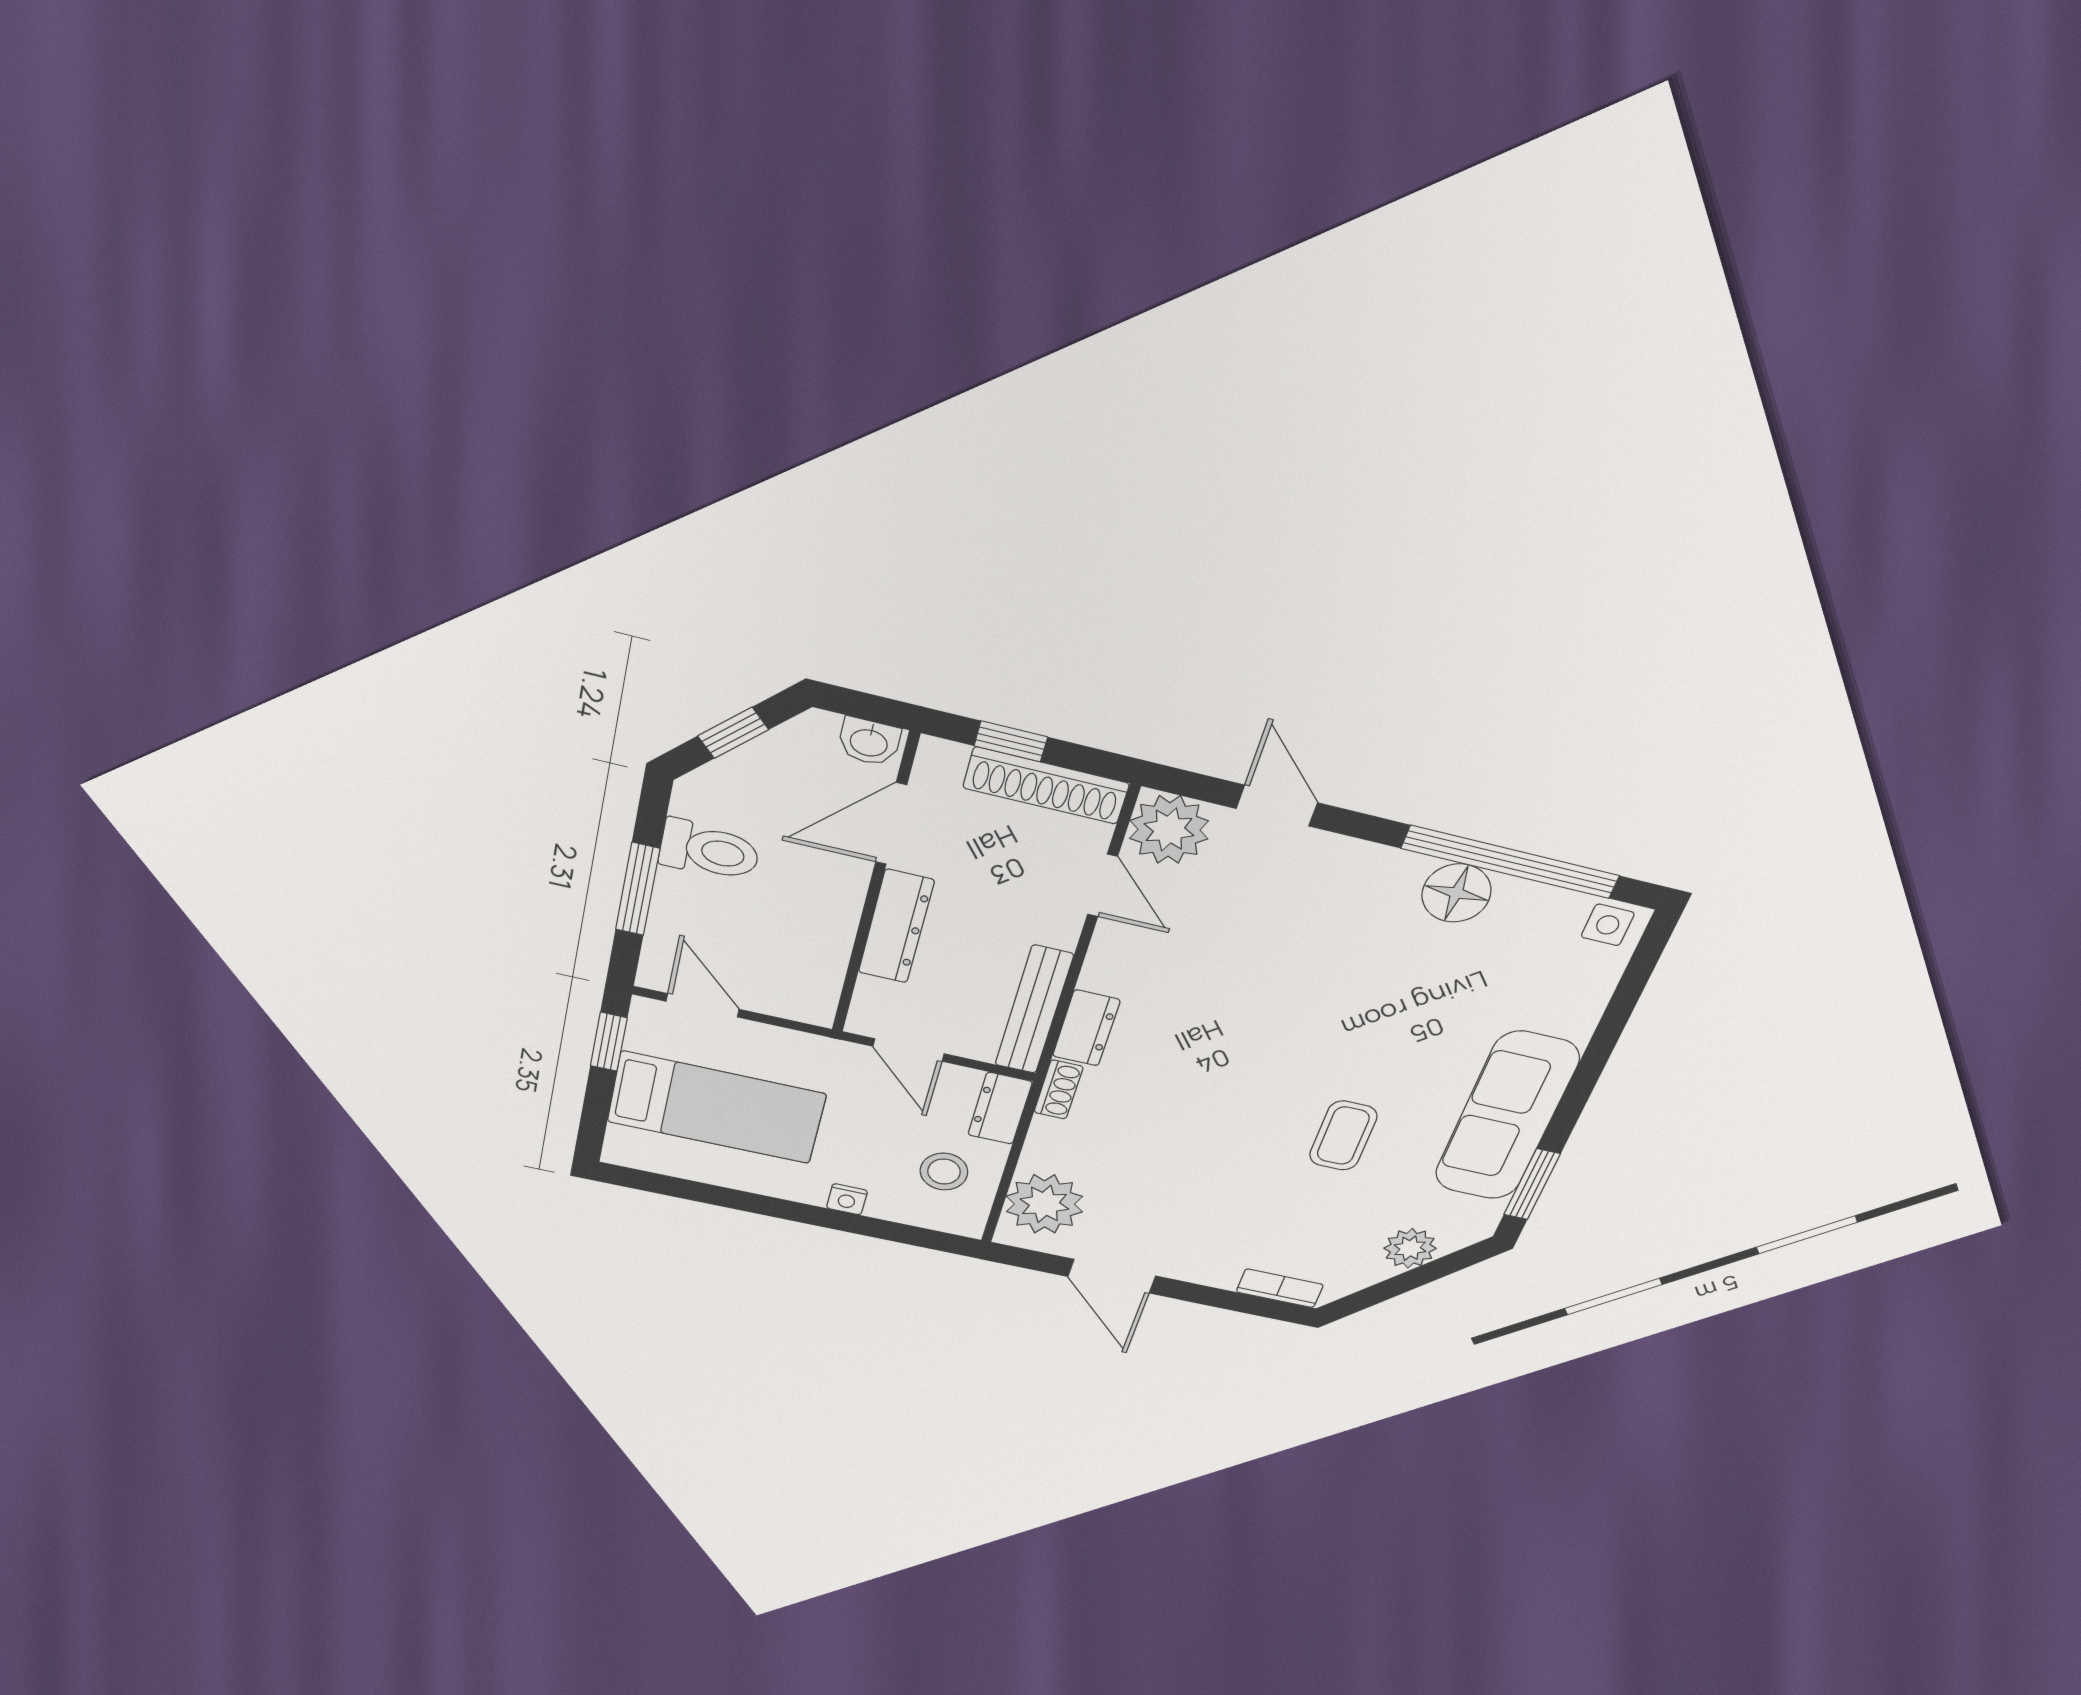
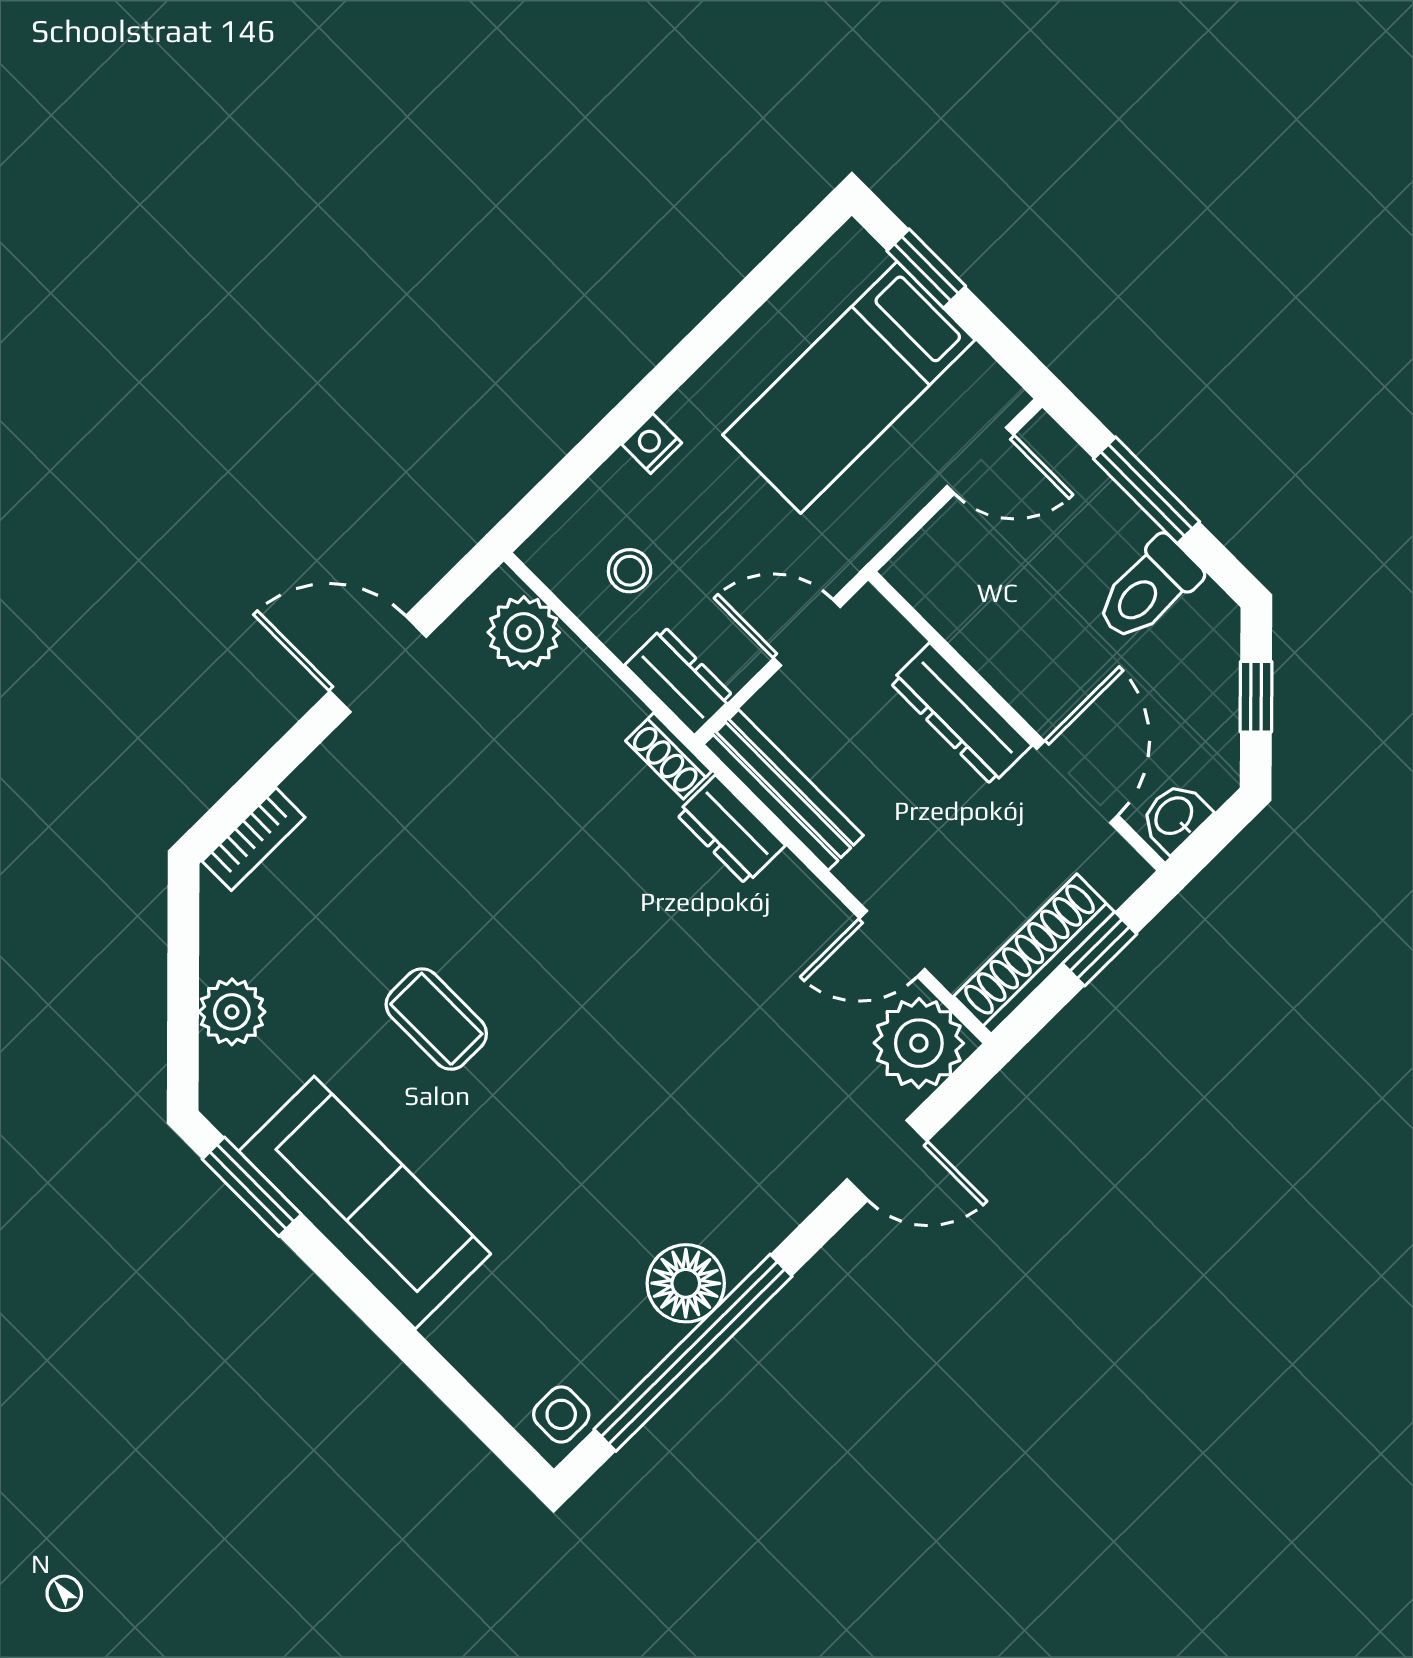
window: (609, 1042) -> (926, 269), moved
stool: (944, 1172) -> (630, 571), width x0.73, depth x0.73
plant: (1044, 1204) -> (524, 632), width x0.73, depth x0.73

